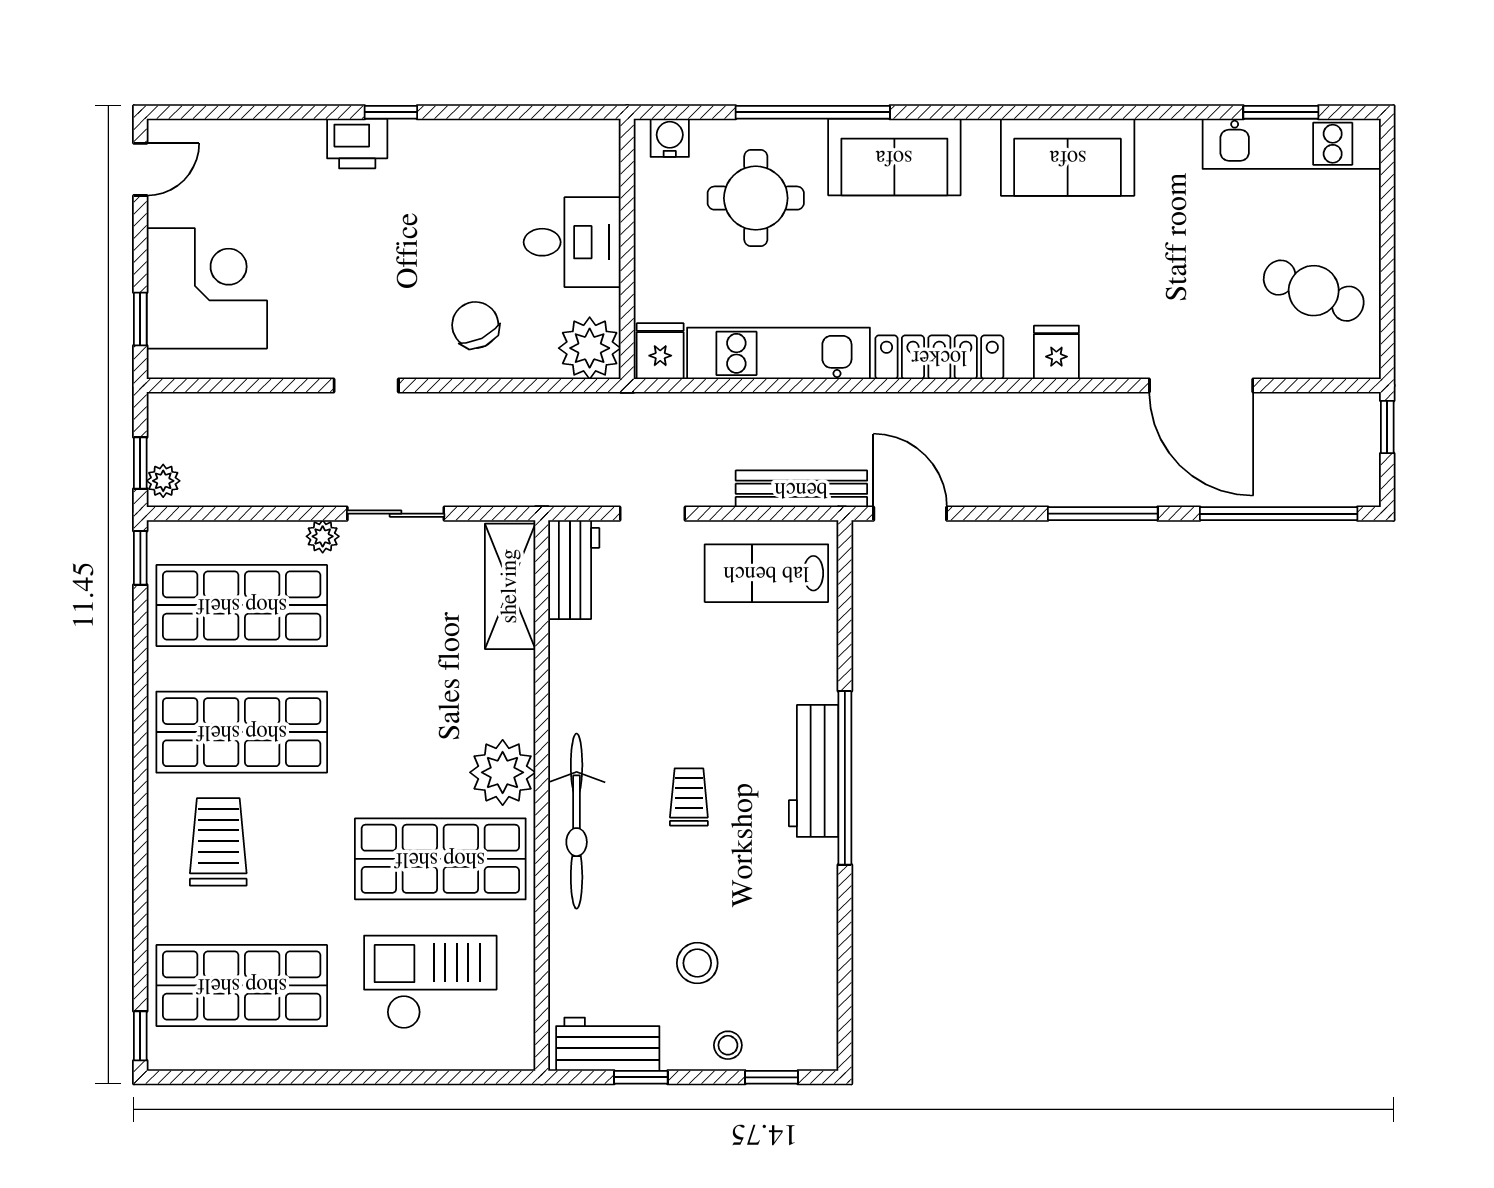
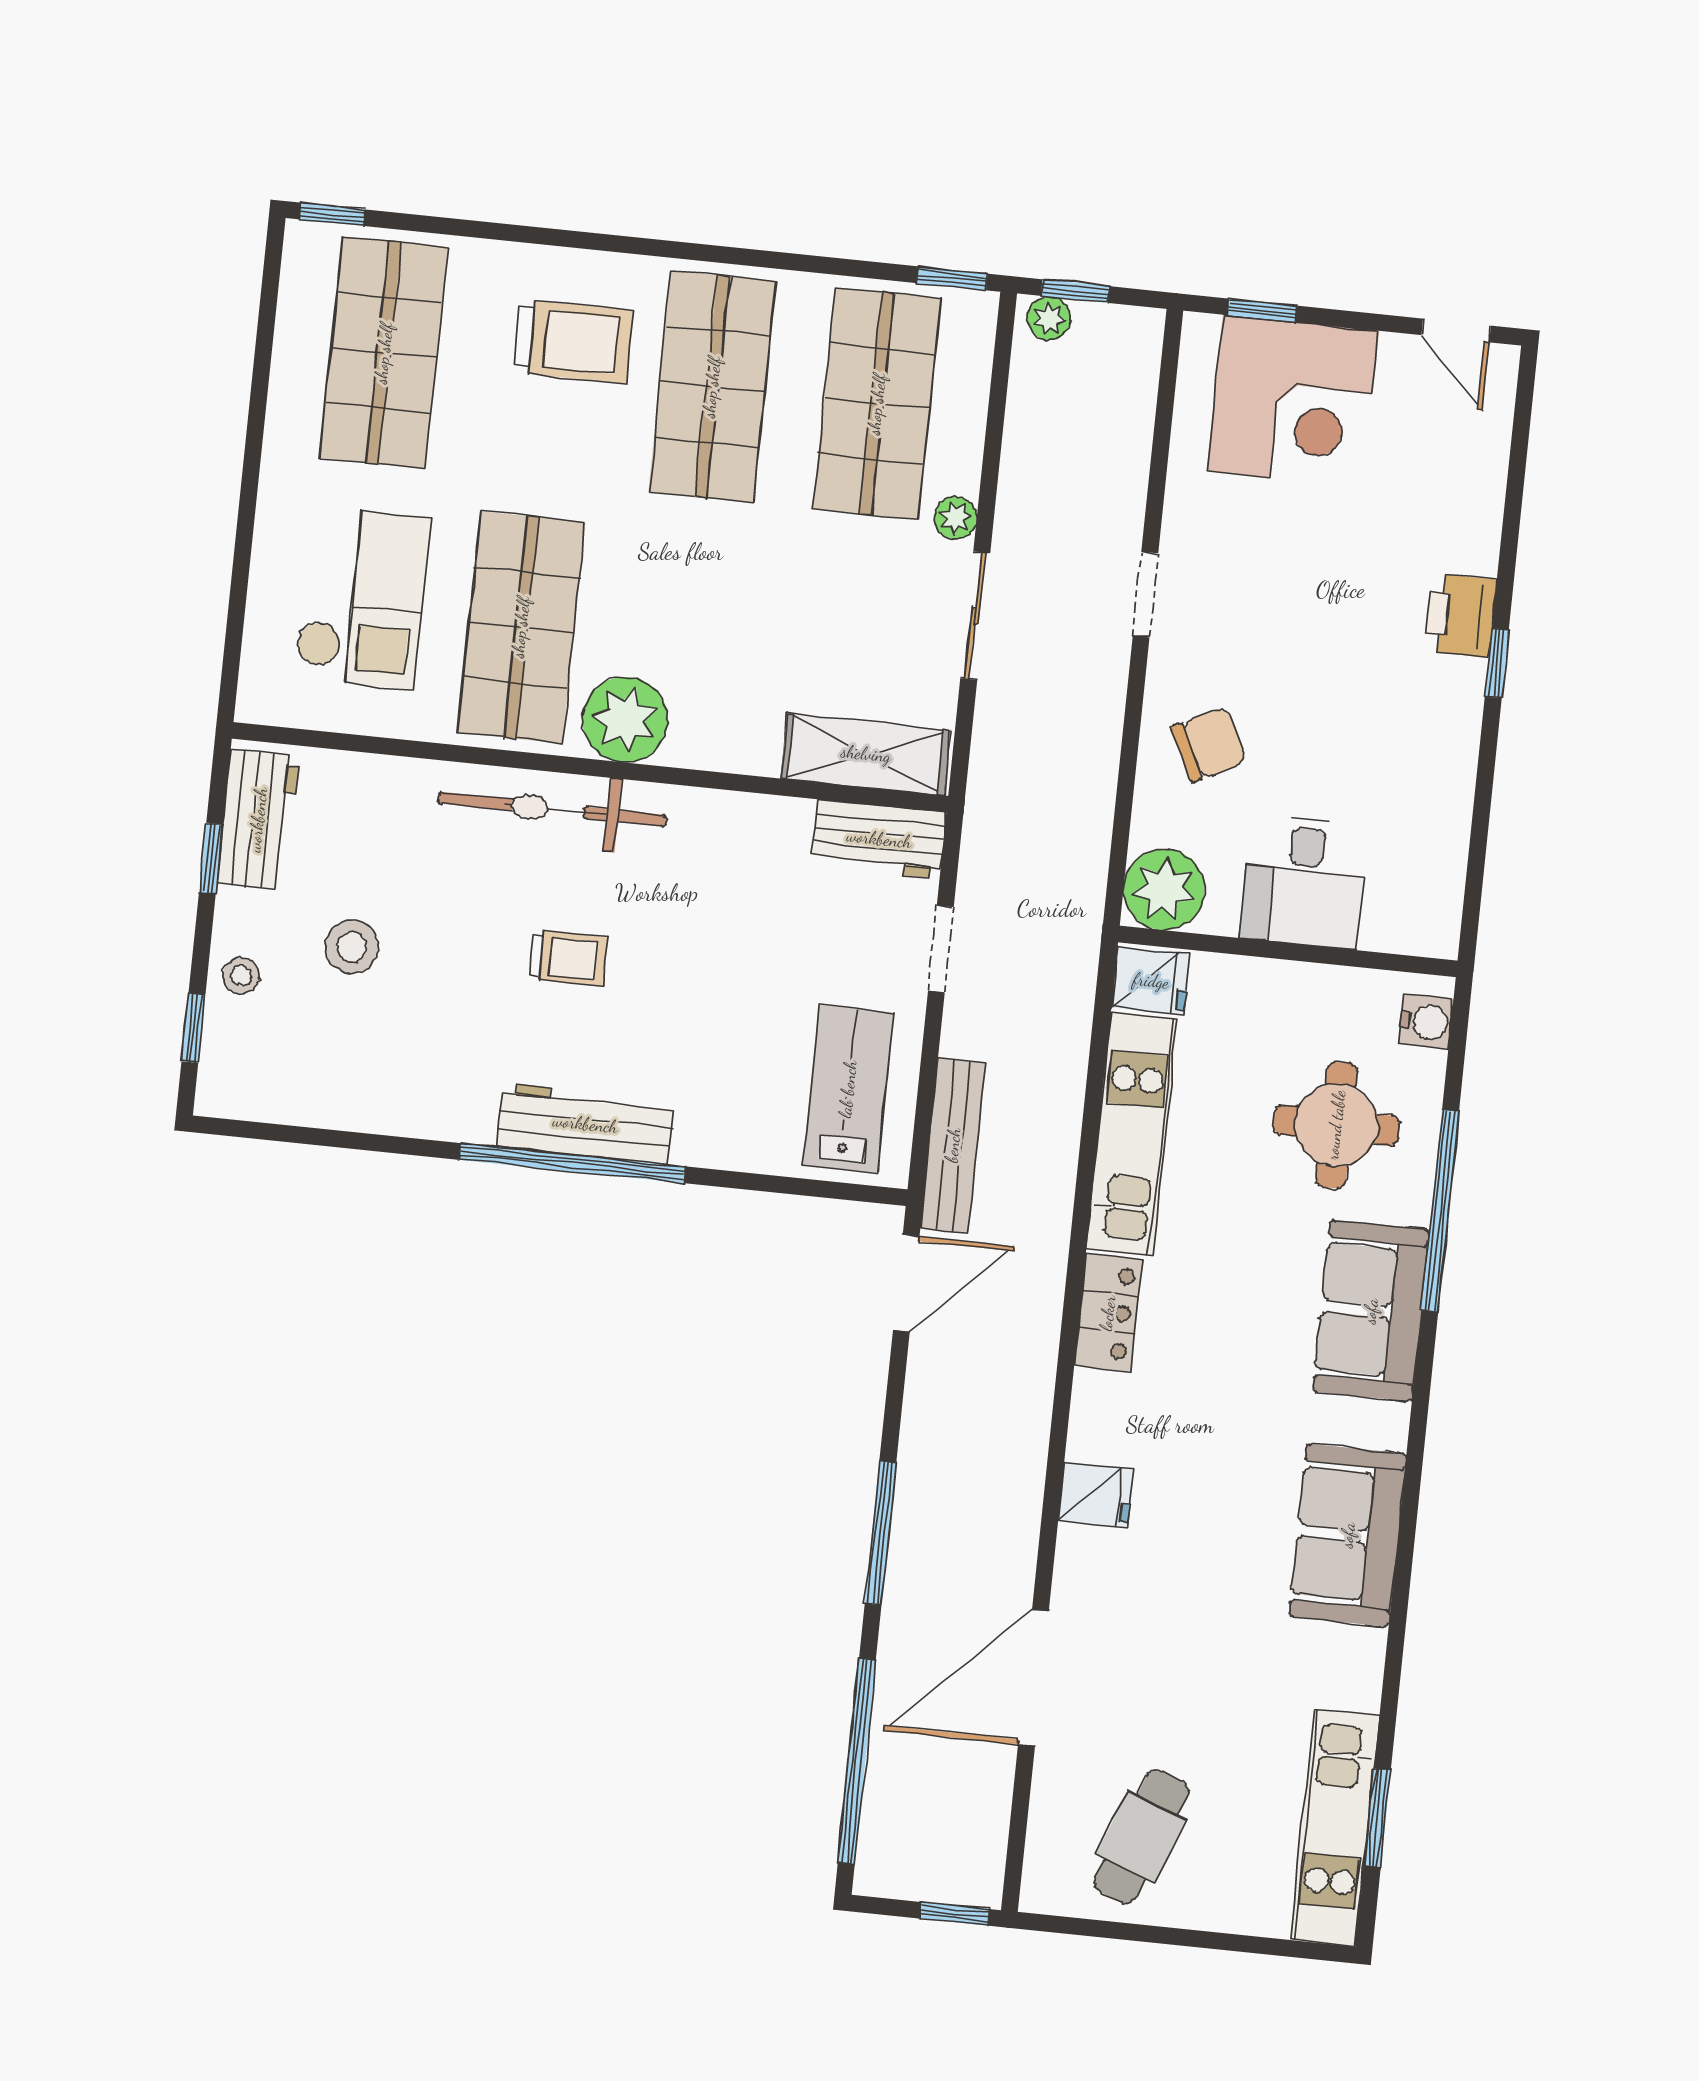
locker: (939, 357) -> (1108, 1313), width x0.66

